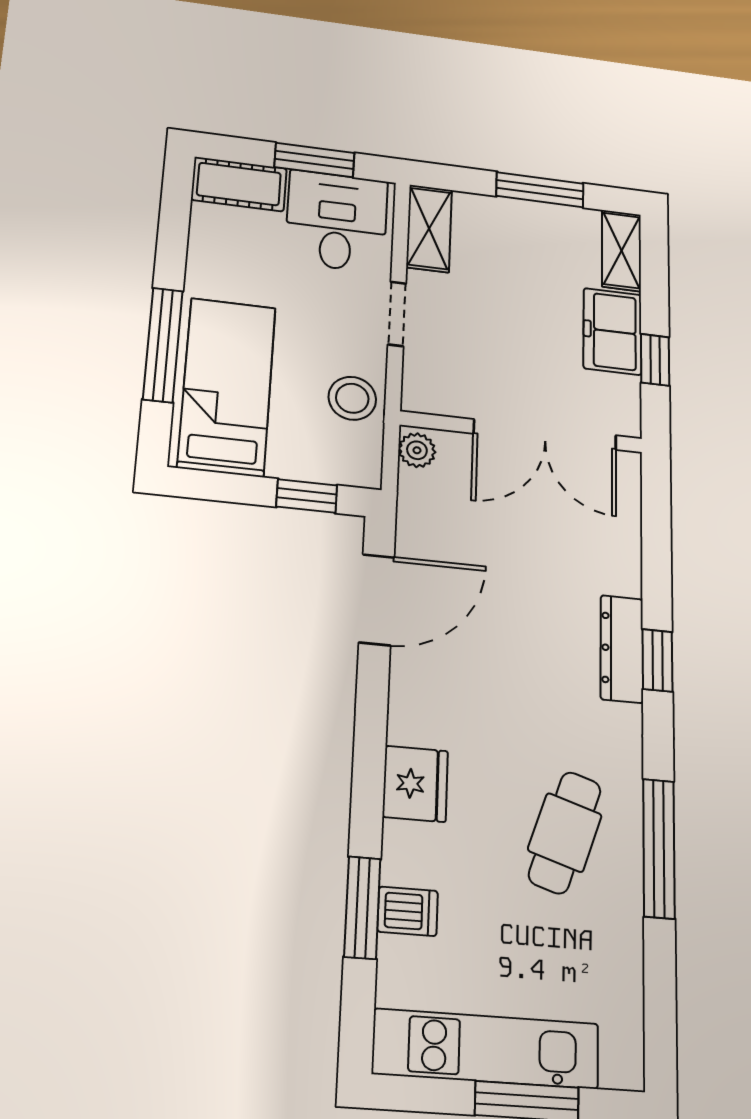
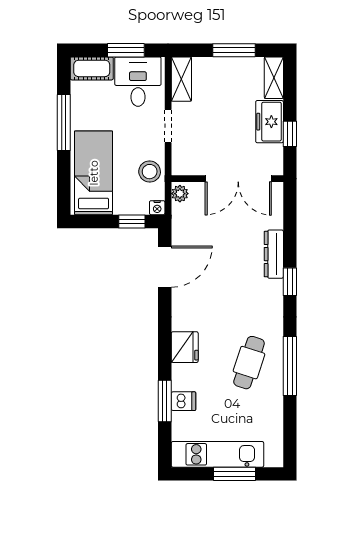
window: (163, 345) -> (64, 123), moved
nightstand: (365, 474) -> (157, 208), added
dresser: (622, 649) -> (274, 254), moved

